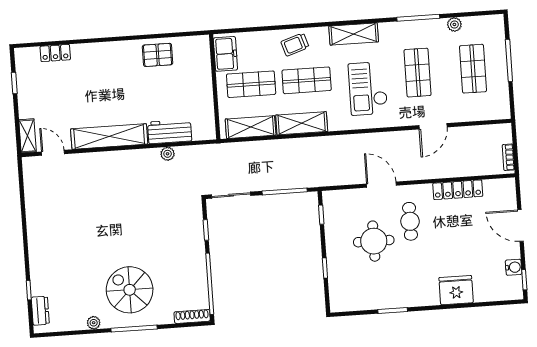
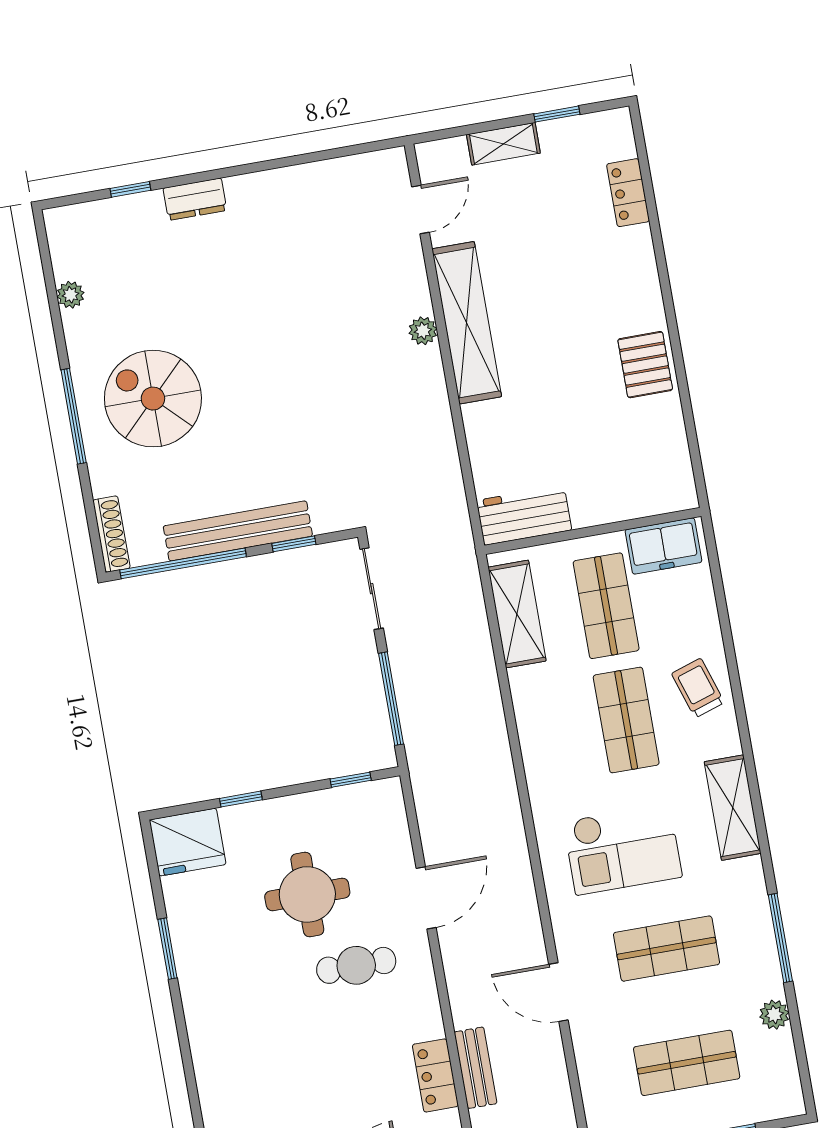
pallet: (158, 55) -> (645, 365), moved
checkout: (368, 88) -> (623, 849), turned 180
shelving: (302, 123) -> (536, 719), removed
workbench: (170, 132) -> (524, 515), moved, turned -90
shelving: (28, 136) -> (503, 144), moved
plant: (168, 154) -> (423, 331), moved
bench: (465, 170) -> (476, 1068), added
locker: (458, 190) -> (435, 1075), width x0.66
bench: (197, 256) -> (238, 531), added
spiral stairs: (130, 290) -> (153, 399), turned -90
fridge: (456, 290) -> (188, 842), moved, turned 90
dresser: (40, 311) -> (195, 199), moved
plant: (94, 323) -> (70, 295), moved

